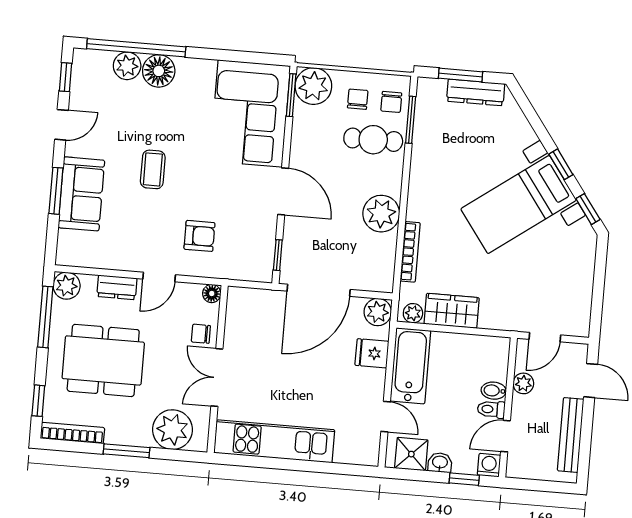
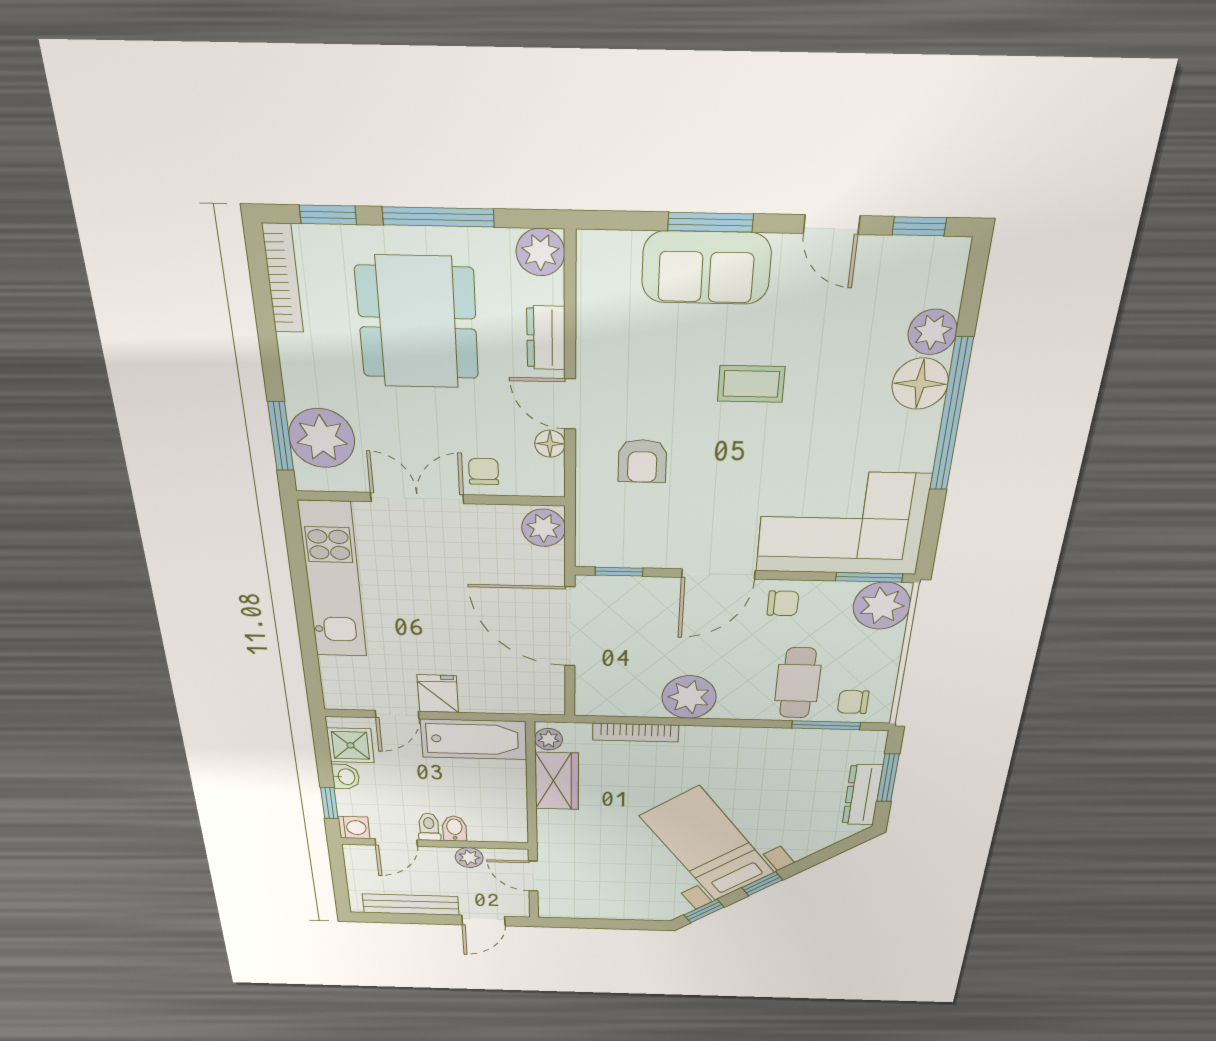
window: (136, 48) -> (951, 415), moved
chair: (358, 99) -> (783, 603), moved
floor lamp: (212, 294) -> (550, 444), moved
plant: (378, 312) -> (544, 528), moved
window: (45, 317) -> (438, 217), moved
fridge: (372, 353) -> (438, 694), moved
door: (505, 436) -> (396, 843), swing flipped
window: (127, 451) -> (281, 436), moved

